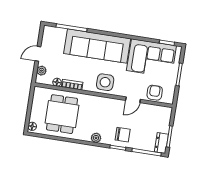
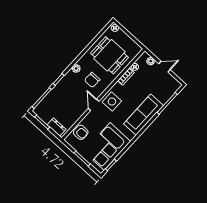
sofa: (97, 46) -> (144, 115), width x0.74, depth x0.79
door: (38, 54) -> (165, 67), hinge flipped
door: (133, 100) -> (94, 105), moved
chair: (123, 135) -> (92, 80), moved
dresser: (161, 143) -> (57, 127), moved

